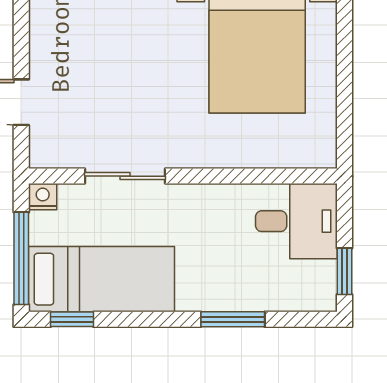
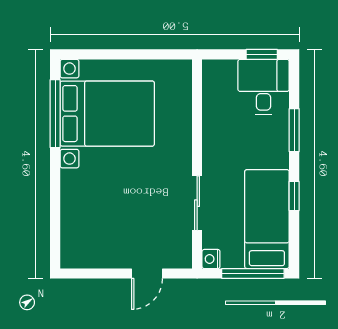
desk: (296, 221) -> (264, 87), moved
window: (72, 319) -> (294, 196), moved

